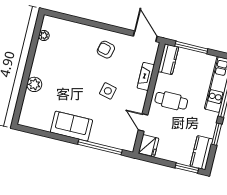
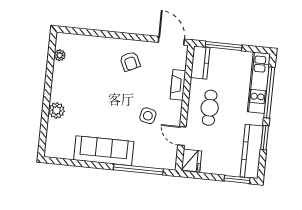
armchair: (106, 50) -> (130, 61), turned -129
side table: (108, 91) -> (148, 116), moved
cafe table: (171, 101) -> (210, 108), turned 90
sofa: (71, 126) -> (104, 151), width x1.36
kitchen counter: (201, 153) -> (252, 151), width x1.50

